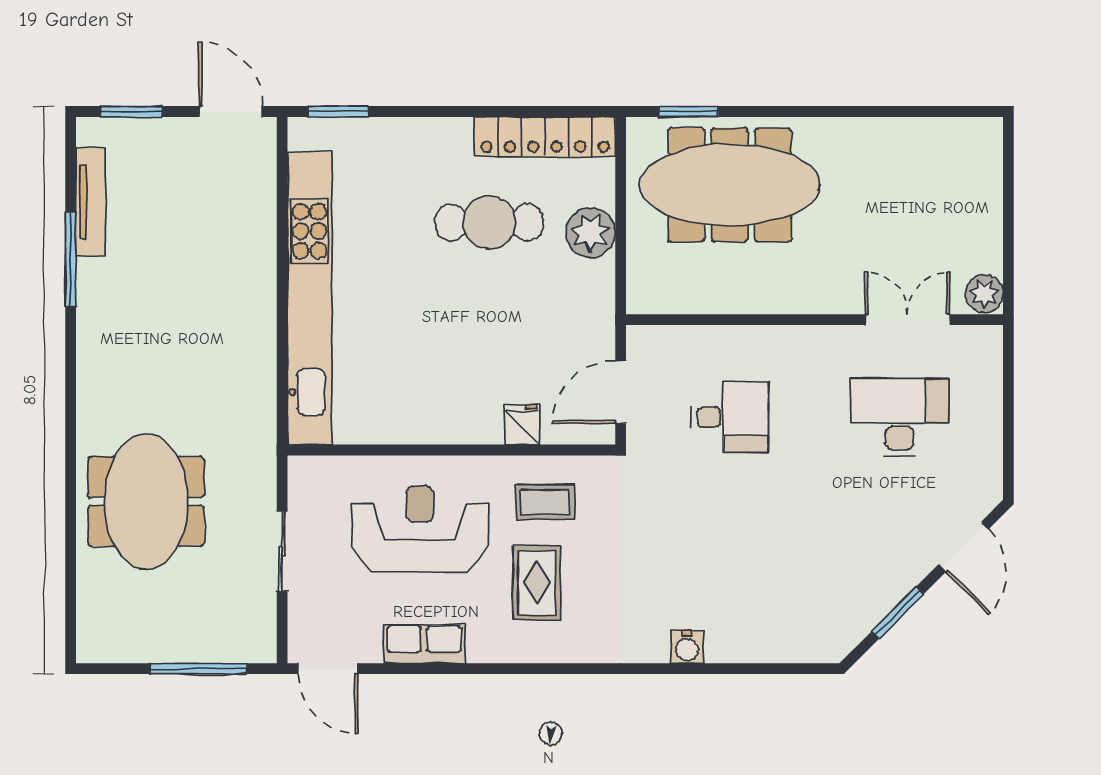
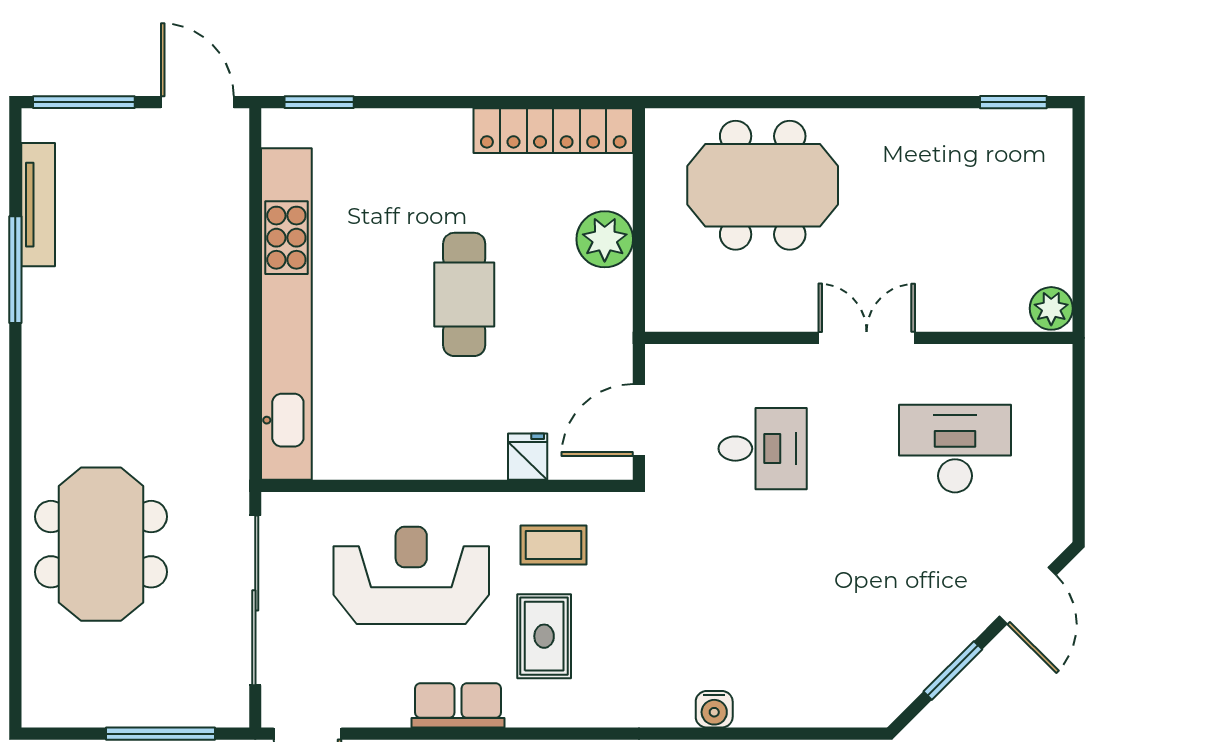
window: (131, 112) -> (84, 102), width x1.44
window: (688, 112) -> (1013, 102), moved
meeting table: (730, 185) -> (763, 185), width x0.73
cafe table: (489, 223) -> (464, 294), moved, turned 90
double door: (907, 320) -> (867, 338), moved
sliding door: (282, 551) -> (255, 600), width x1.86
row of seats: (424, 644) -> (458, 705), moved

